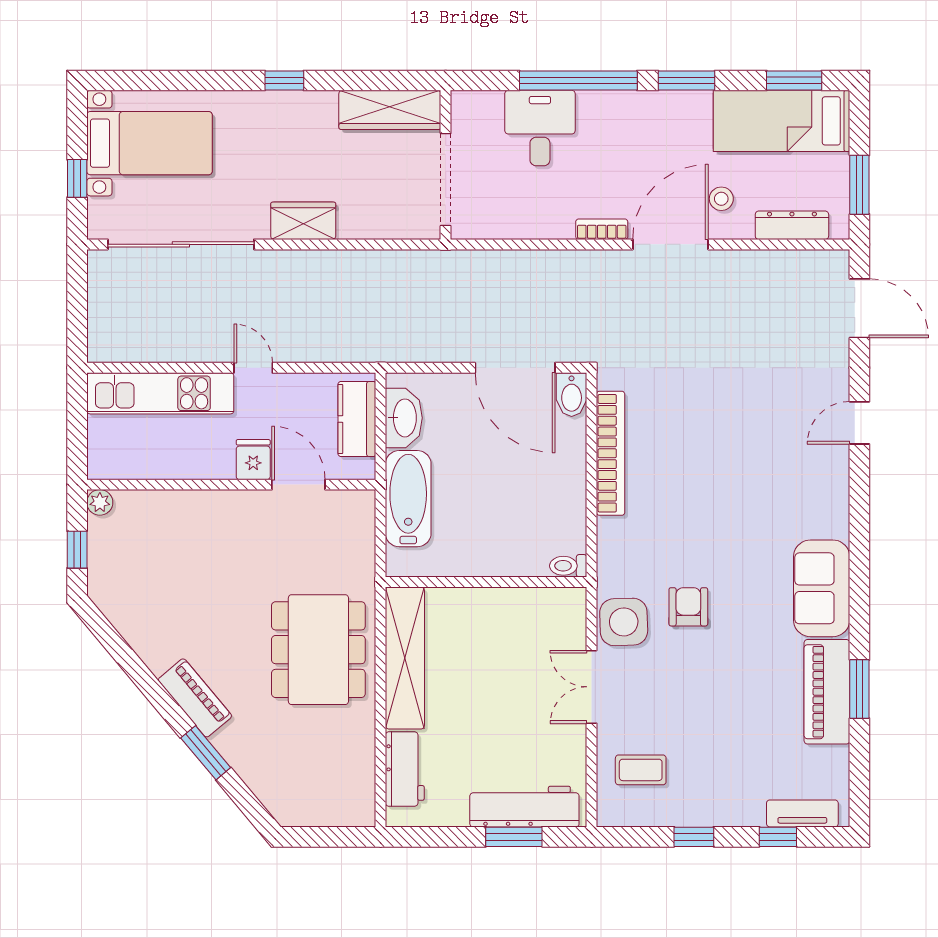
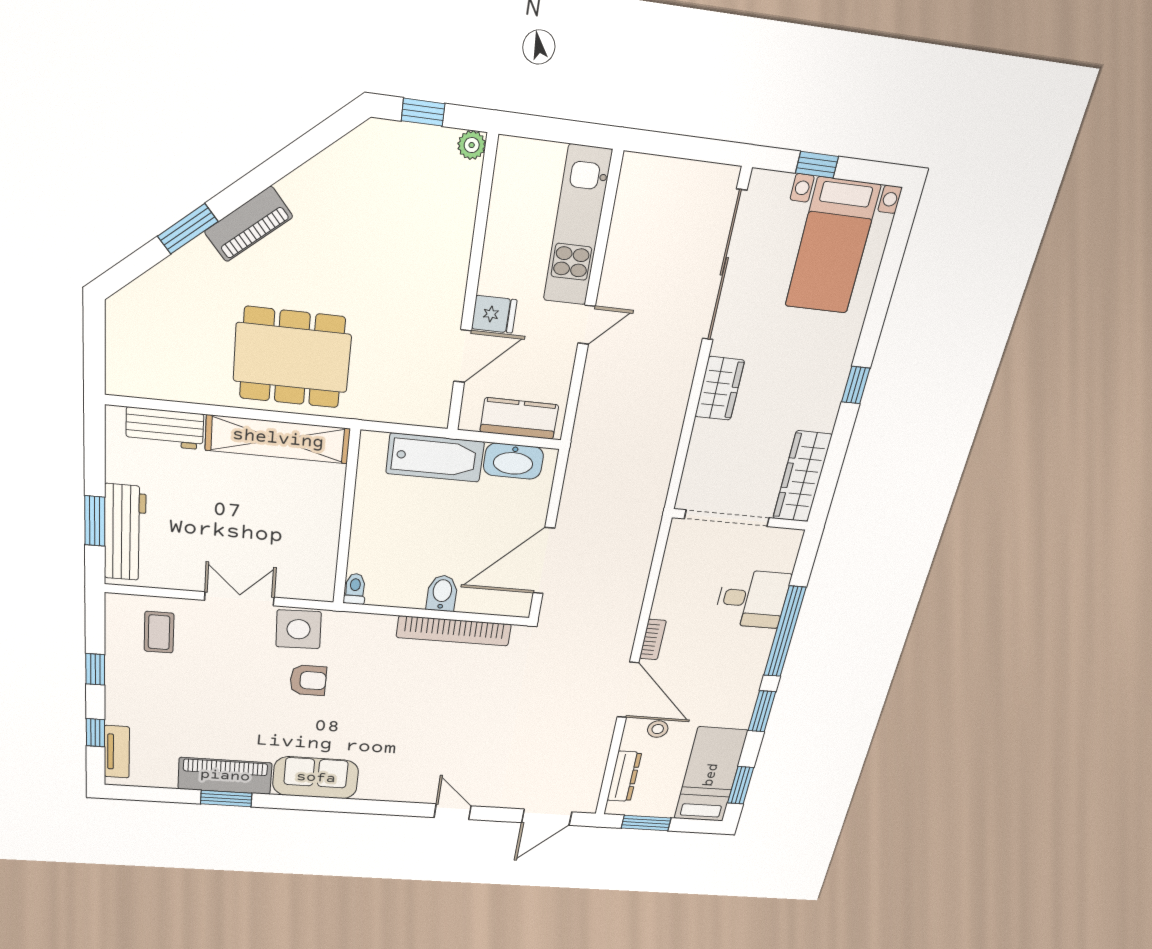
bidet: (572, 395) -> (442, 593), moved, turned 90

